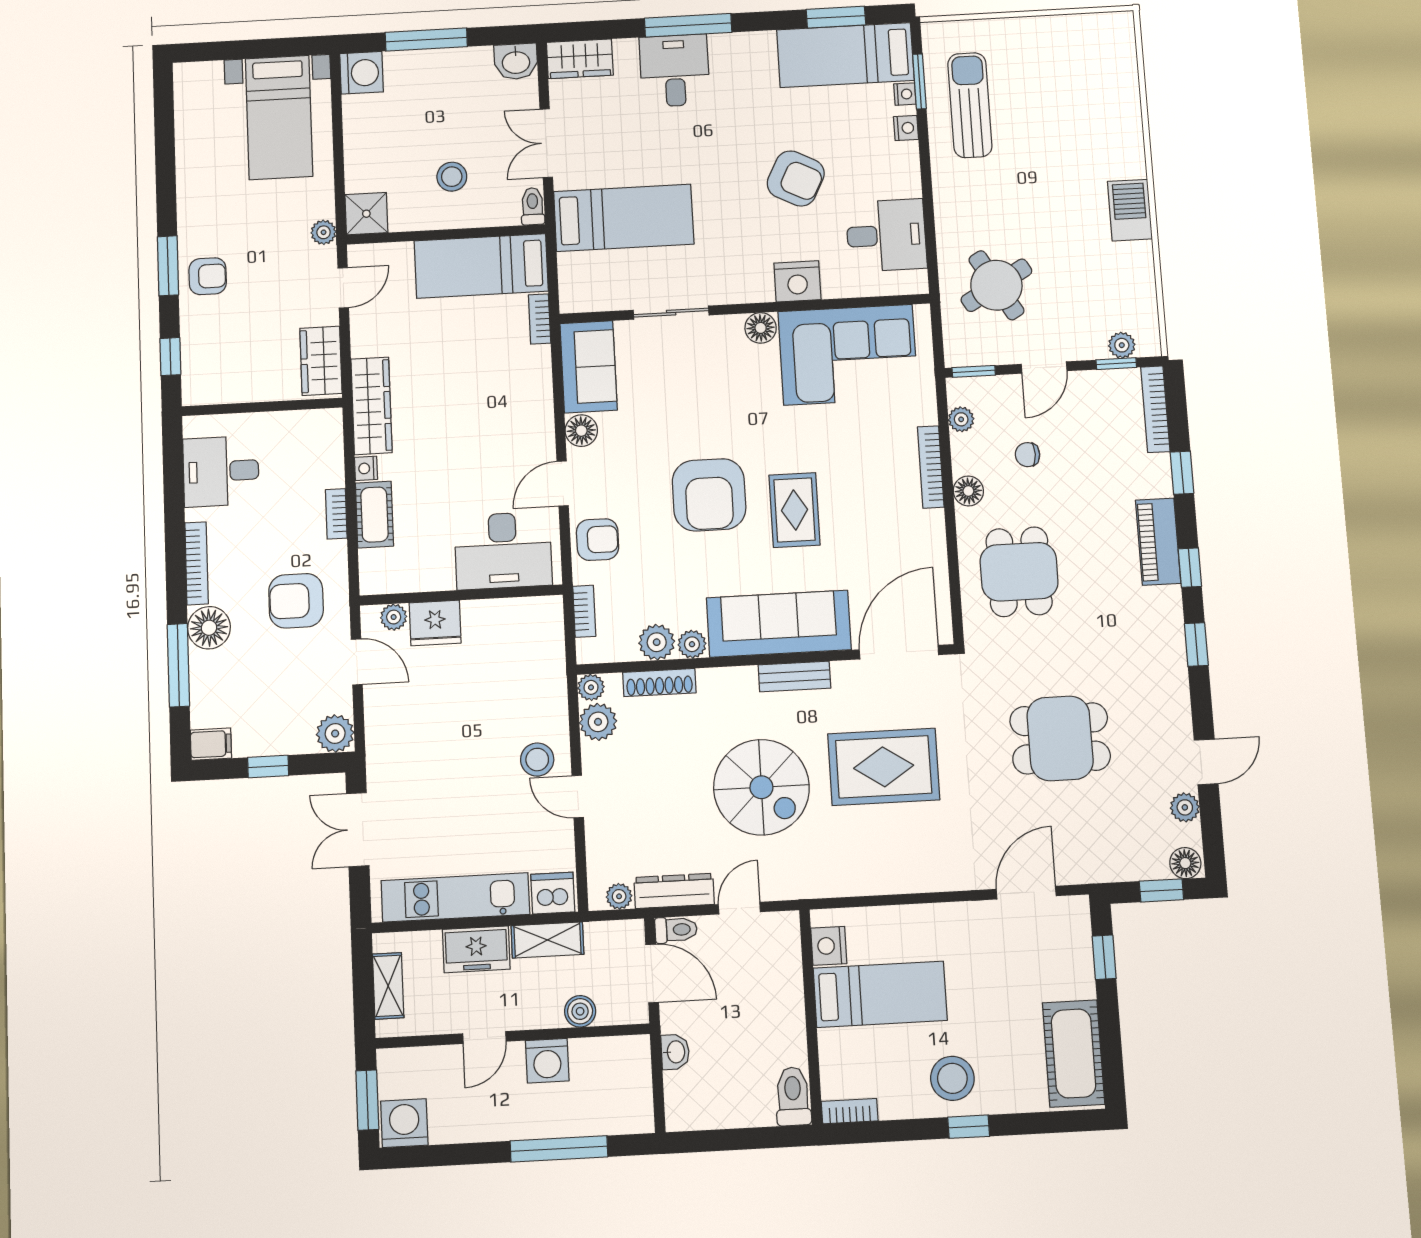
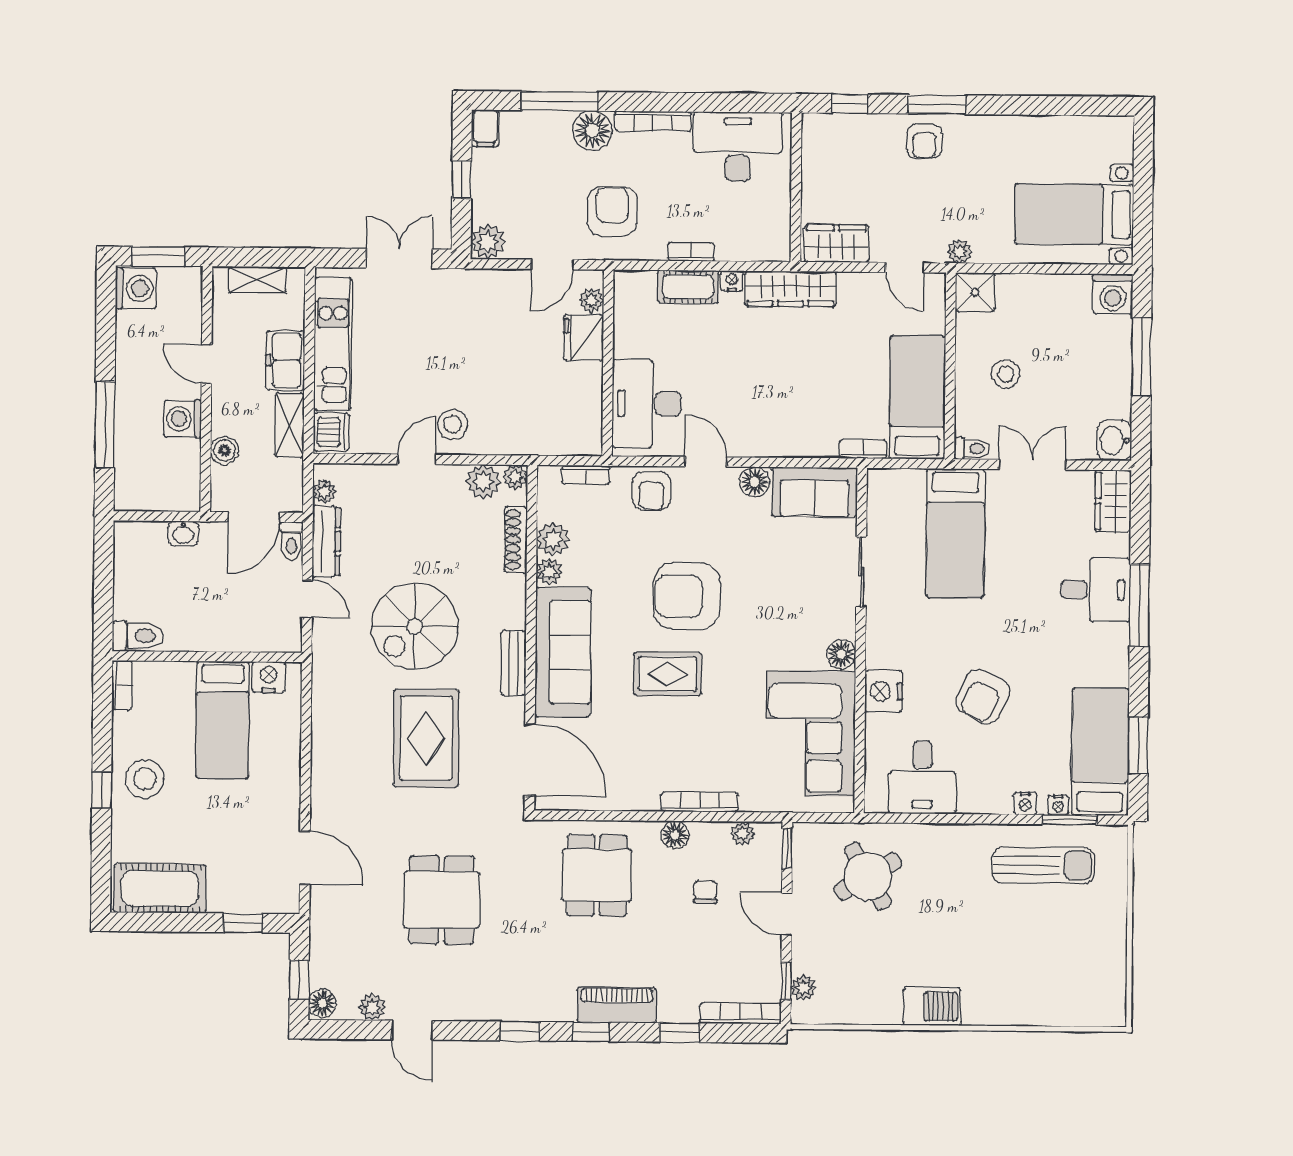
desk: (221, 471) -> (738, 147), width x1.37
dining table: (1019, 572) -> (597, 875), turned 90

